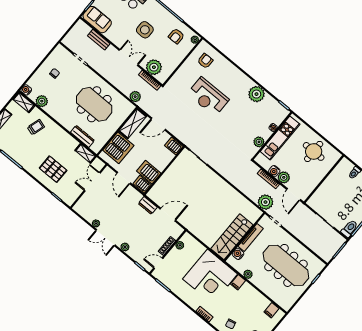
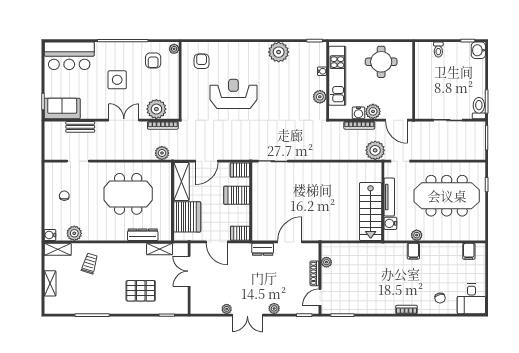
reception desk: (208, 97) -> (233, 94), turned 180
server rack: (149, 172) -> (237, 195), moved
corner desk: (210, 276) -> (381, 268), removed

